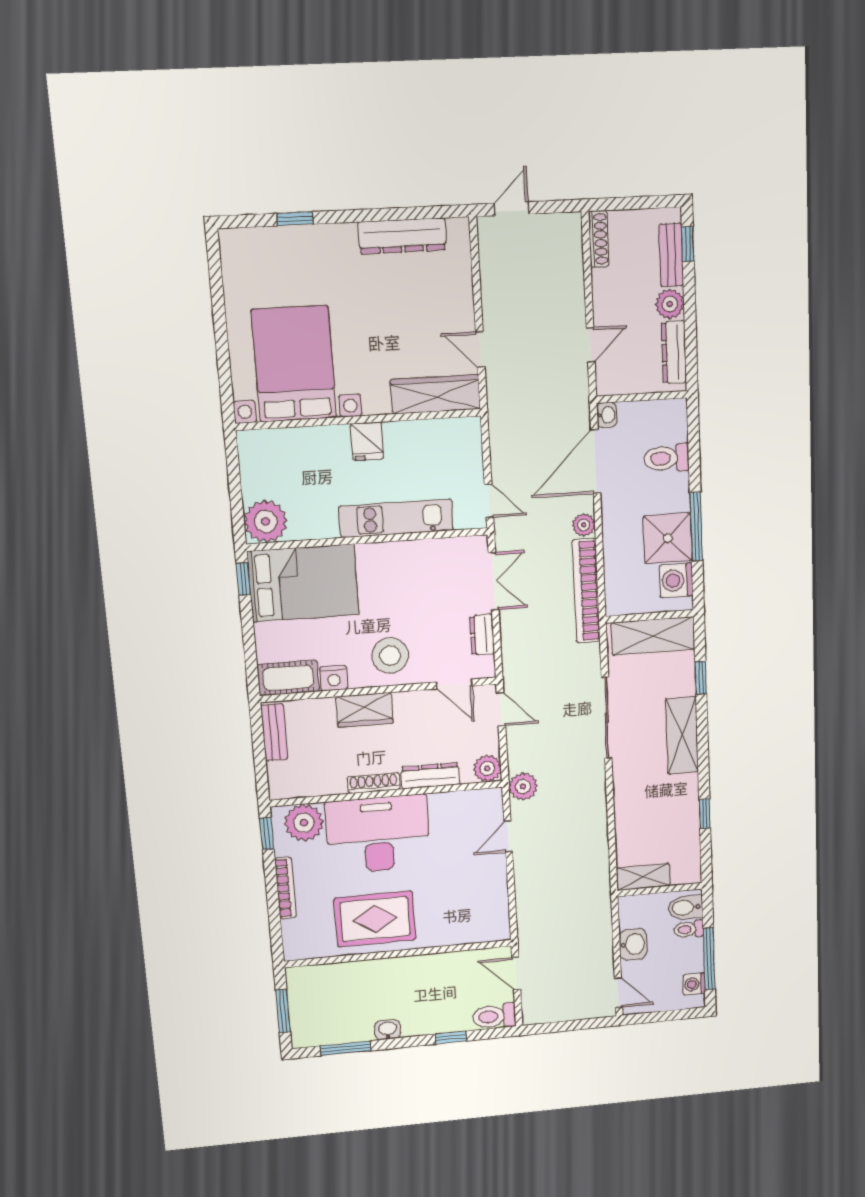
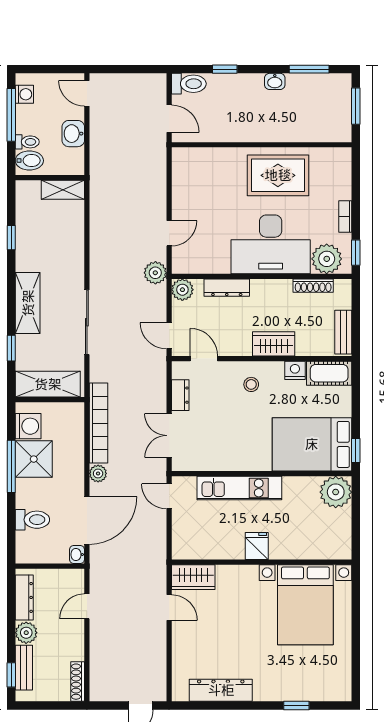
wardrobe: (435, 394) -> (193, 577), width x0.67
stool: (390, 656) -> (251, 384), width x0.53, depth x0.53
shoe rack: (374, 783) -> (313, 286), moved
bookcase: (285, 888) -> (345, 217), width x0.64

